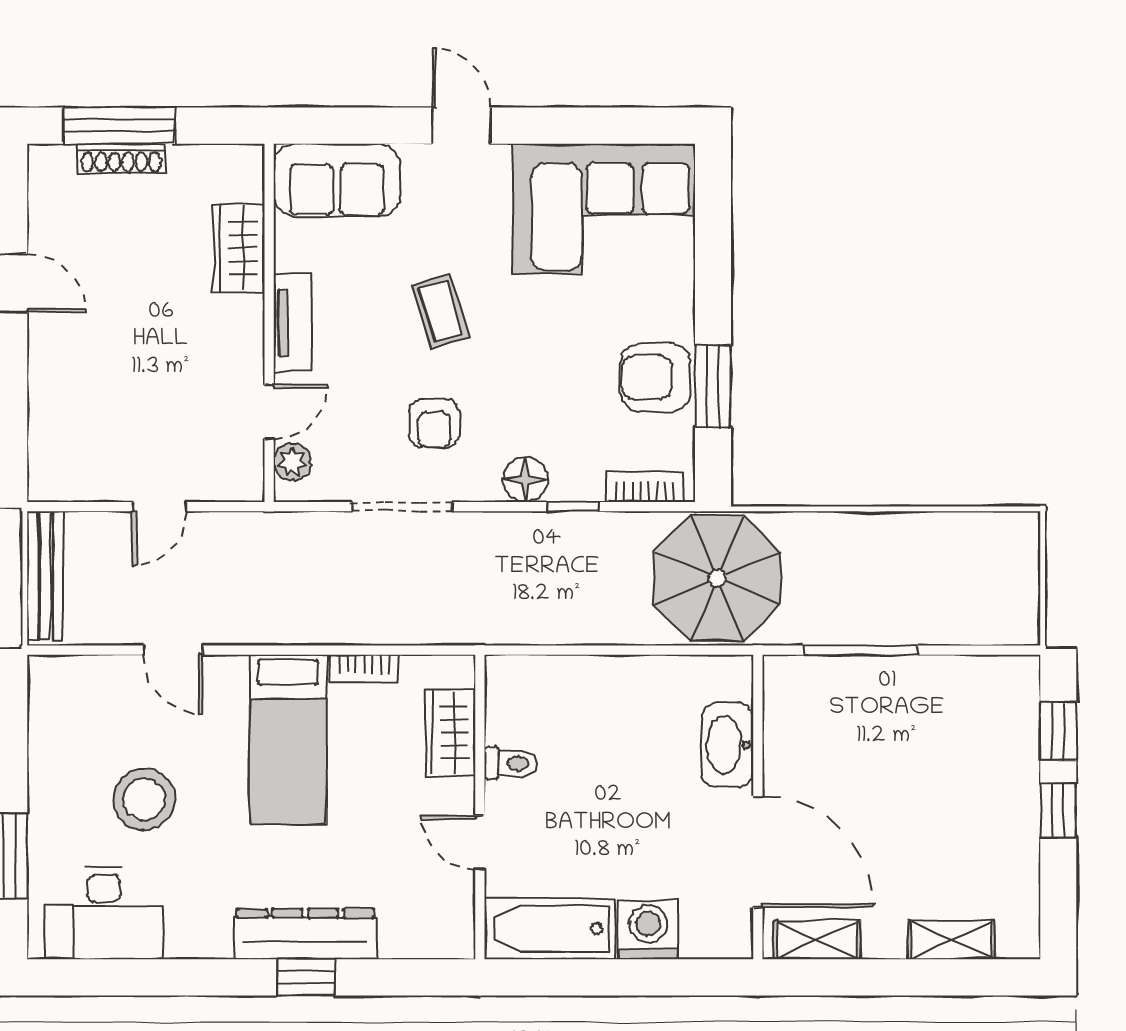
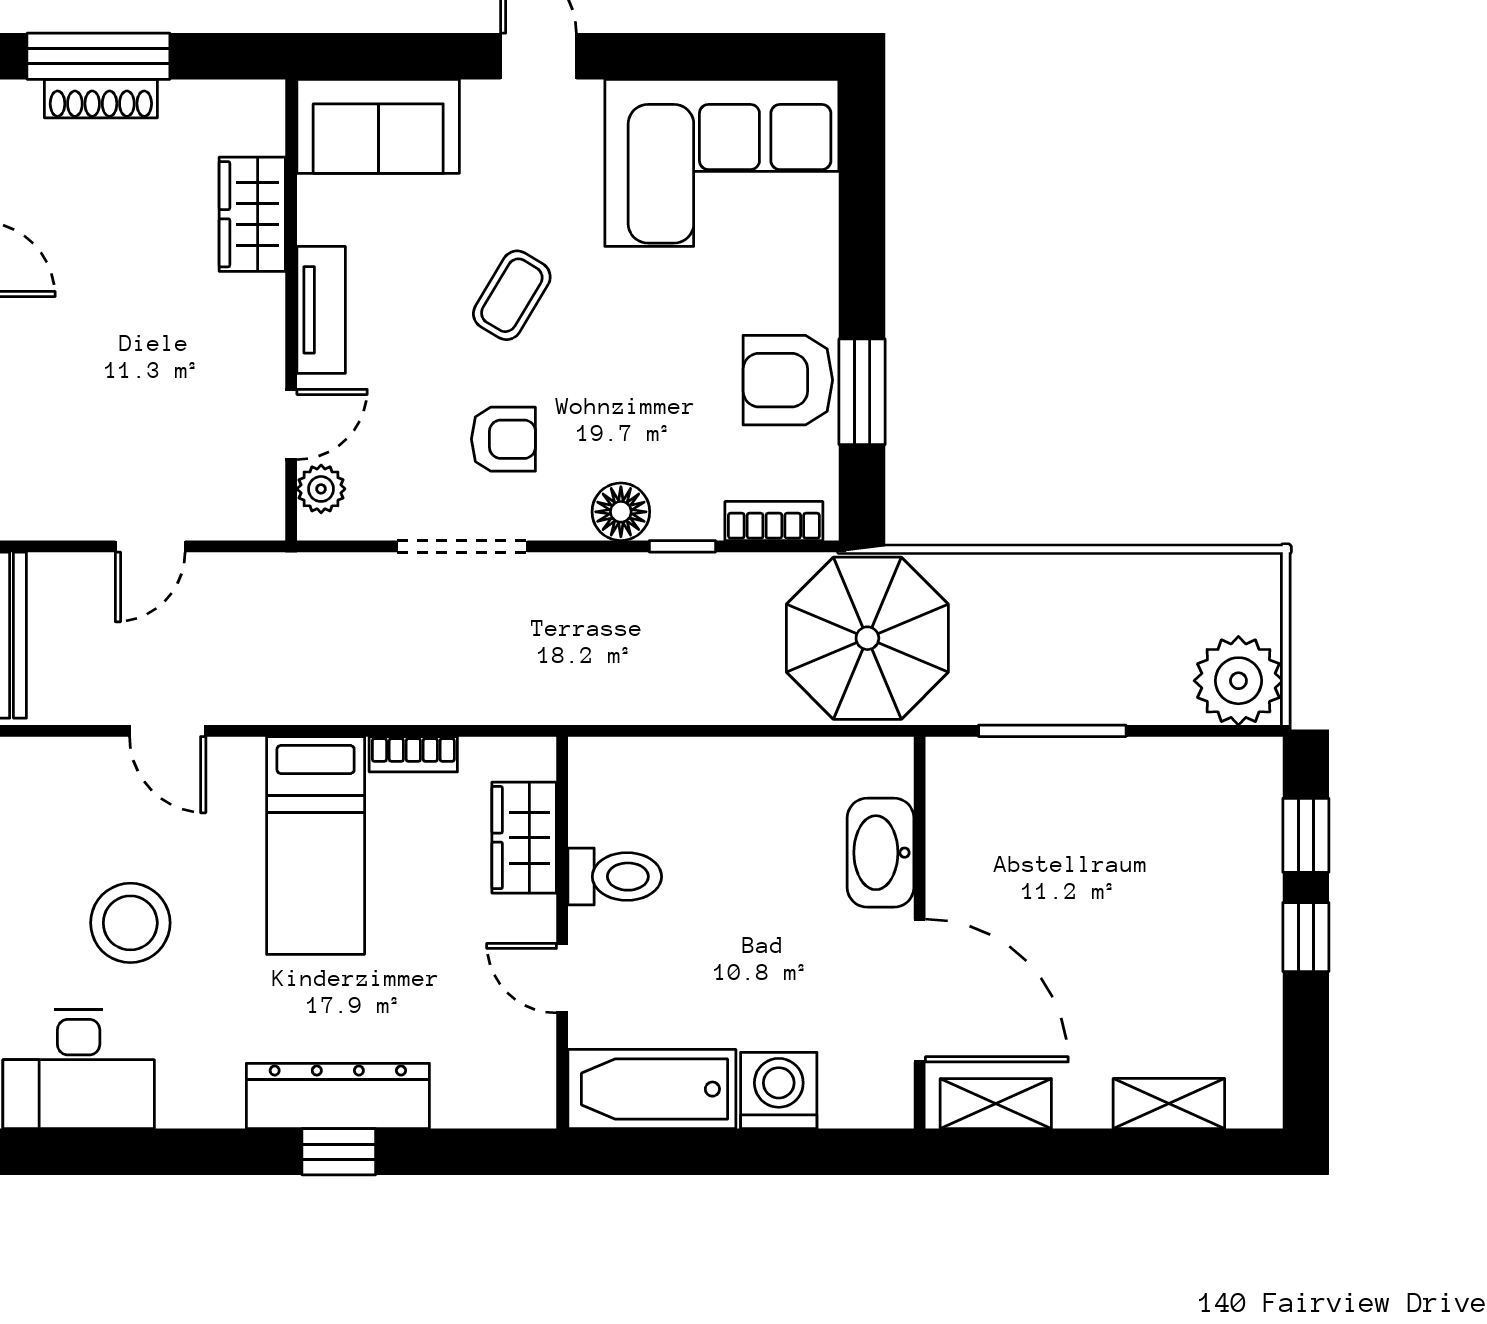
coffee table: (441, 311) -> (512, 295), turned 48
armchair: (434, 423) -> (503, 439), turned -90
plant: (1006, 611) -> (1238, 681), added
toilet: (511, 763) -> (615, 877), width x1.37, depth x1.39

